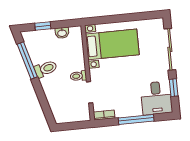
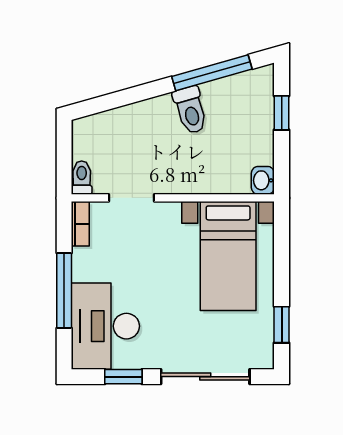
window: (142, 16) -> (282, 325), added
washbasin: (62, 33) -> (263, 180), moved
toilet: (78, 76) -> (82, 178), moved
desk: (156, 98) -> (105, 326), width x1.37

